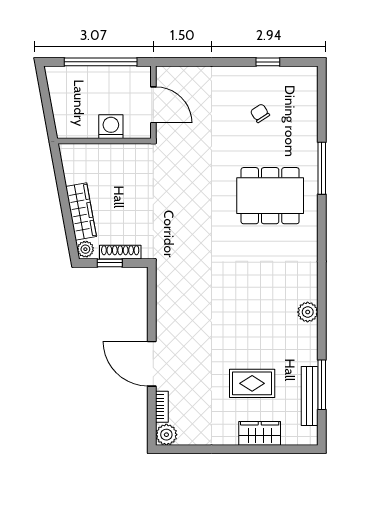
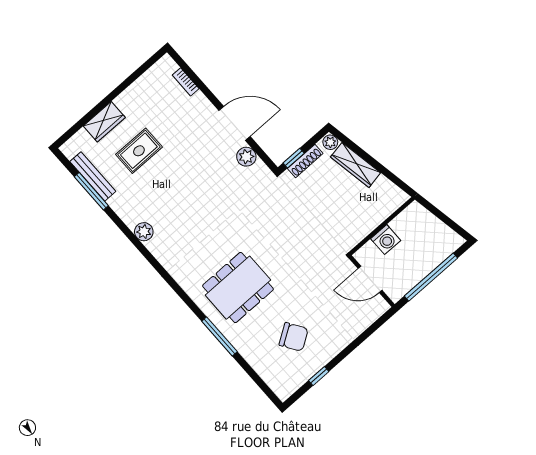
chair: (260, 113) -> (294, 337), width x1.87, depth x1.87
window: (110, 263) -> (294, 158), moved
door: (152, 364) -> (234, 123), moved
plant: (166, 435) -> (246, 157), moved

